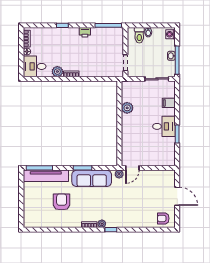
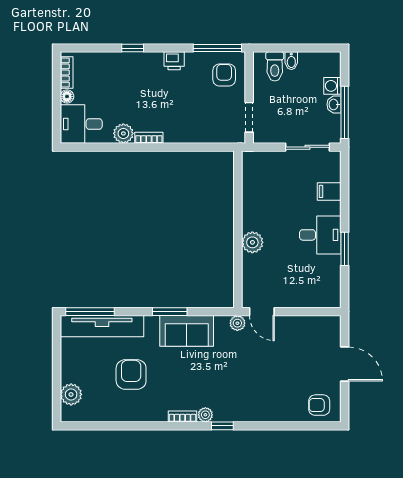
washing machine: (170, 34) -> (332, 86), moved
armchair: (112, 40) -> (224, 75), added
plant: (127, 108) -> (252, 242), moved
door: (132, 168) -> (262, 312), hinge flipped
sofa: (92, 178) -> (187, 331), width x0.73
plant: (29, 213) -> (71, 394), added

